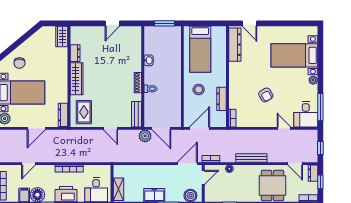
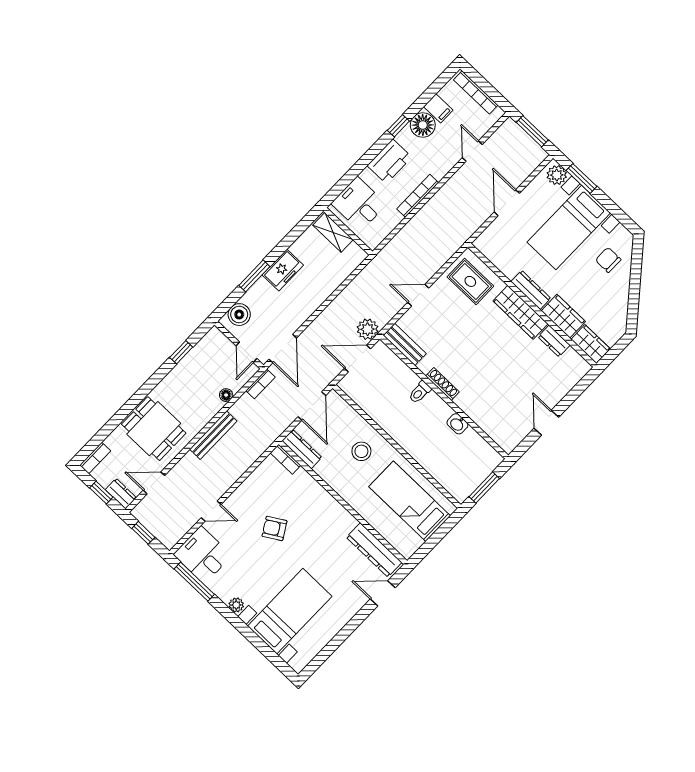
wardrobe: (61, 59) -> (563, 316), added
dresser: (222, 99) -> (302, 449), moved
dresser: (63, 115) -> (531, 290), moved

